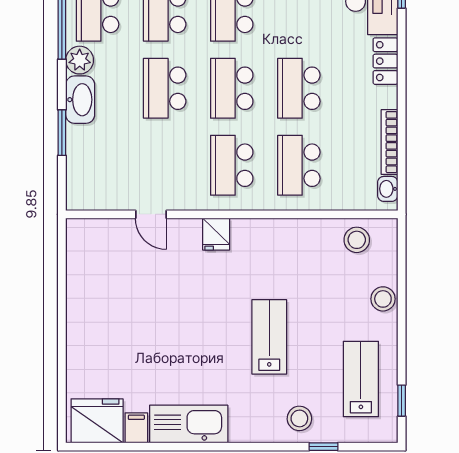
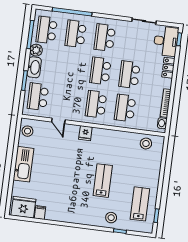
school desk: (165, 88) -> (38, 97), moved
stool: (383, 299) -> (27, 131), moved
kitchen sink: (189, 424) -> (23, 164), moved, turned 90

